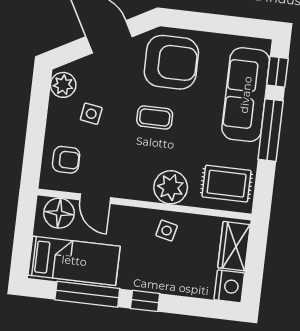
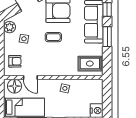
window: (271, 130) -> (107, 37), width x0.69
plant: (171, 187) -> (64, 68), removed
wardrobe: (234, 246) -> (97, 92), removed

